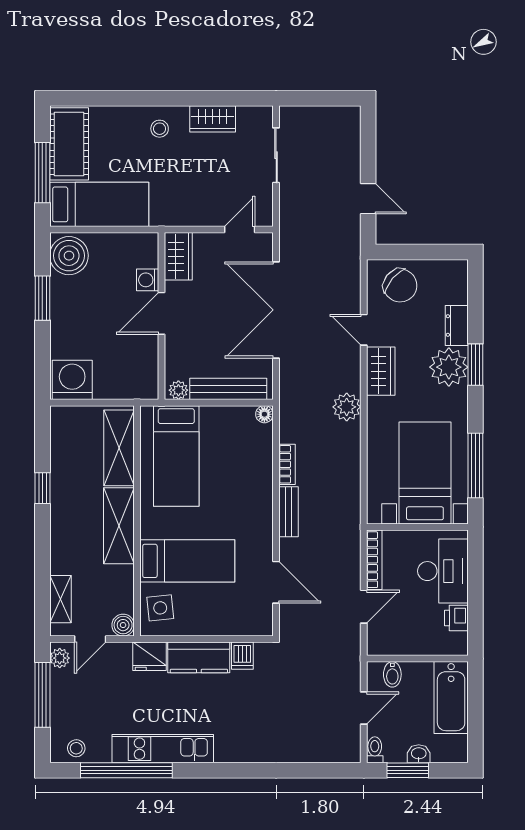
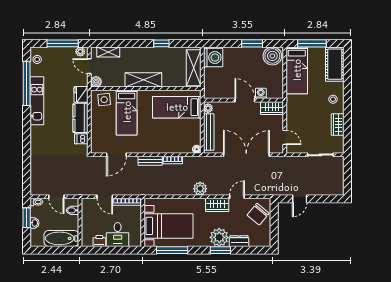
cot: (69, 144) -> (335, 64), moved, turned 90
shelving: (119, 448) -> (194, 68), moved, turned 90
desk: (443, 571) -> (118, 235), width x0.73

